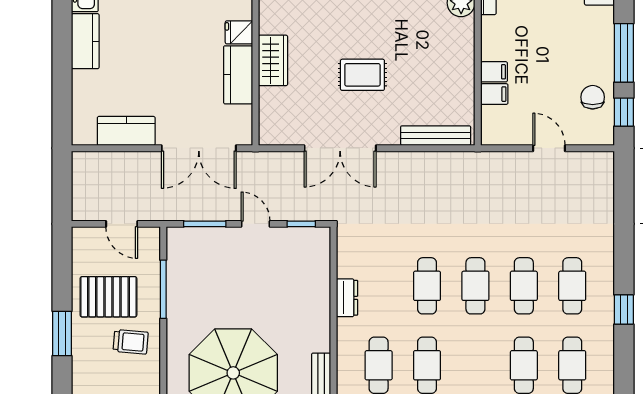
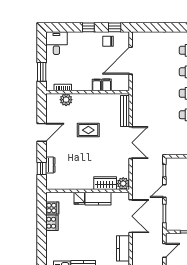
window: (624, 53) -> (88, 27), width x0.46
wardrobe: (273, 60) -> (105, 183), moved
rug: (362, 75) -> (88, 130), moved, turned 90
plant: (272, 132) -> (123, 184), added
double door: (340, 148) -> (131, 143), moved
door: (549, 148) -> (131, 61), width x1.87

